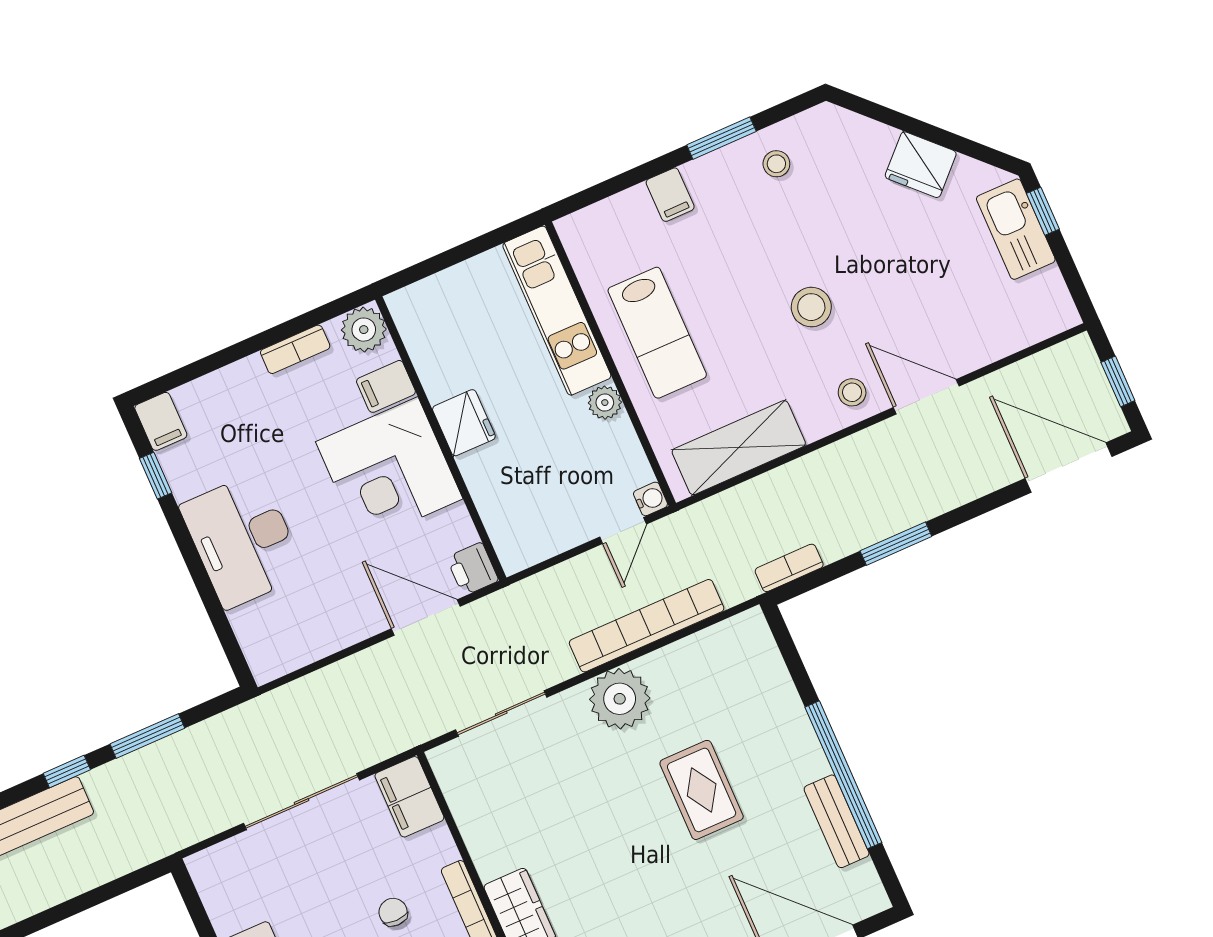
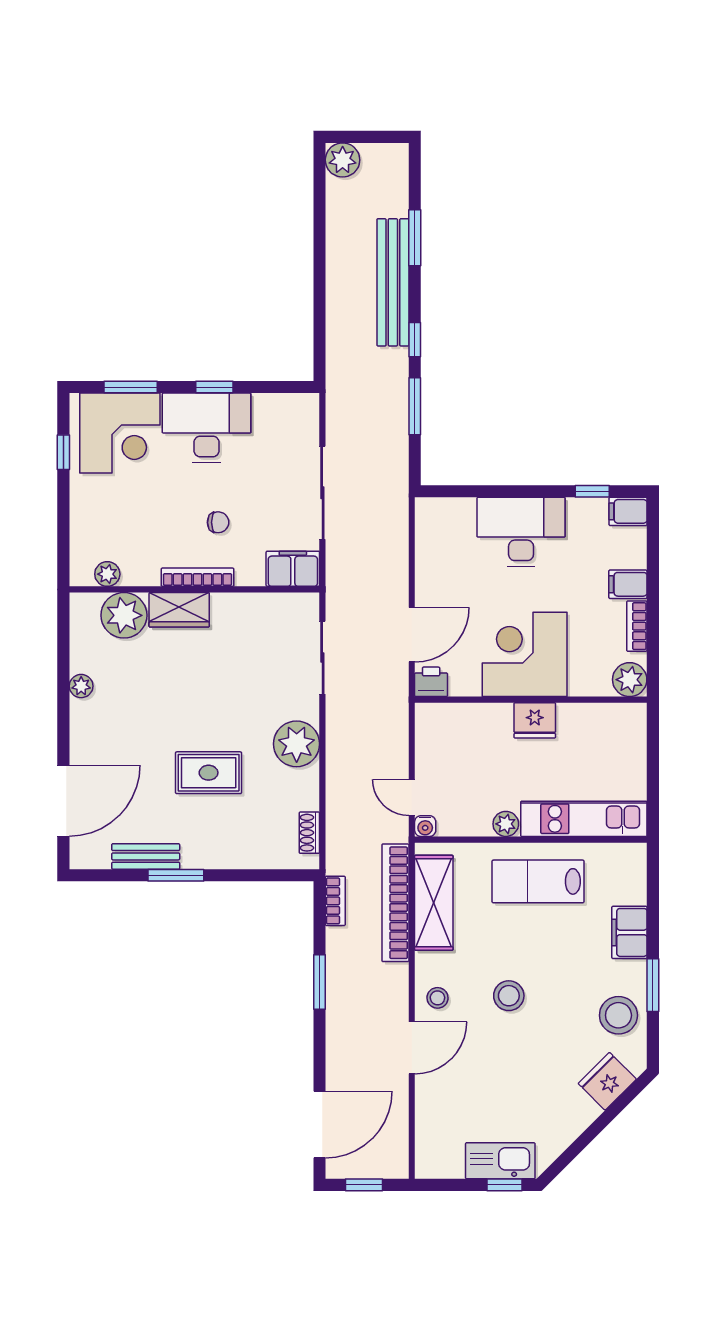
stool: (776, 164) -> (618, 1015), width x1.89, depth x1.89
fridge: (921, 165) -> (607, 1081), moved
filing cabinet: (670, 195) -> (629, 932), width x2.00
filing cabinet: (386, 386) -> (628, 584), moved, turned -90
bookcase: (647, 626) -> (395, 903), moved, turned 180
shoe rack: (720, 636) -> (309, 833), added
window: (843, 775) -> (176, 875), width x0.47

